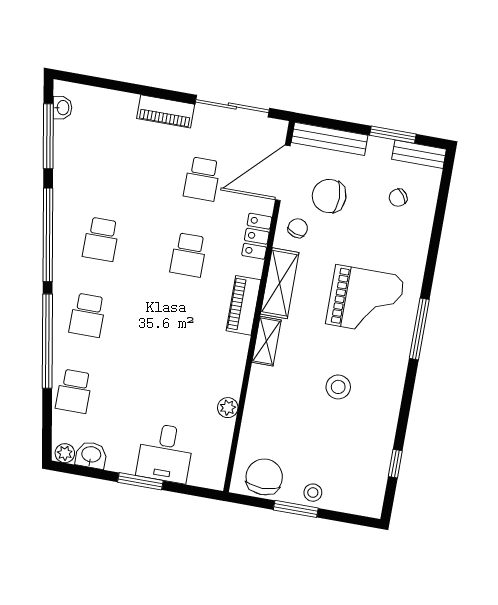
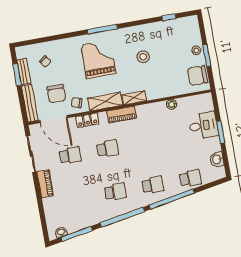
bench: (419, 154) -> (24, 72), moved
plant: (65, 453) -> (221, 172), removed

